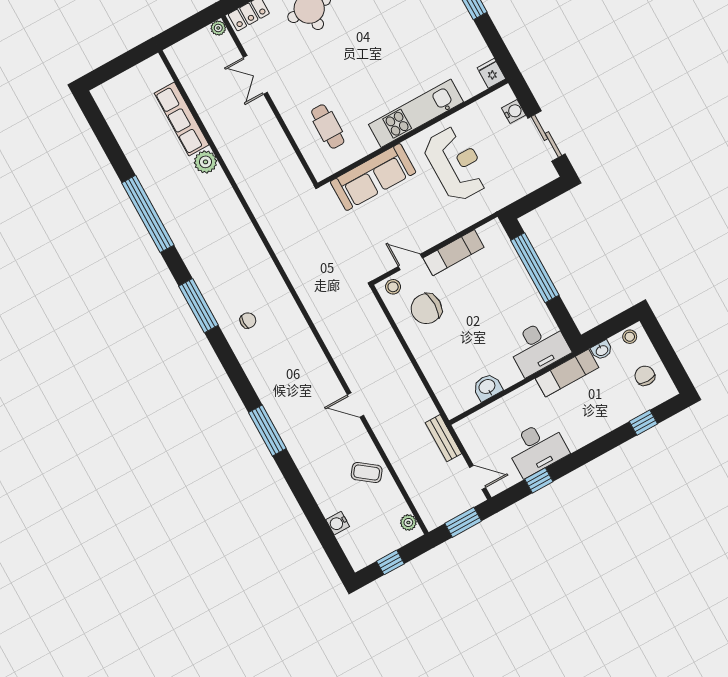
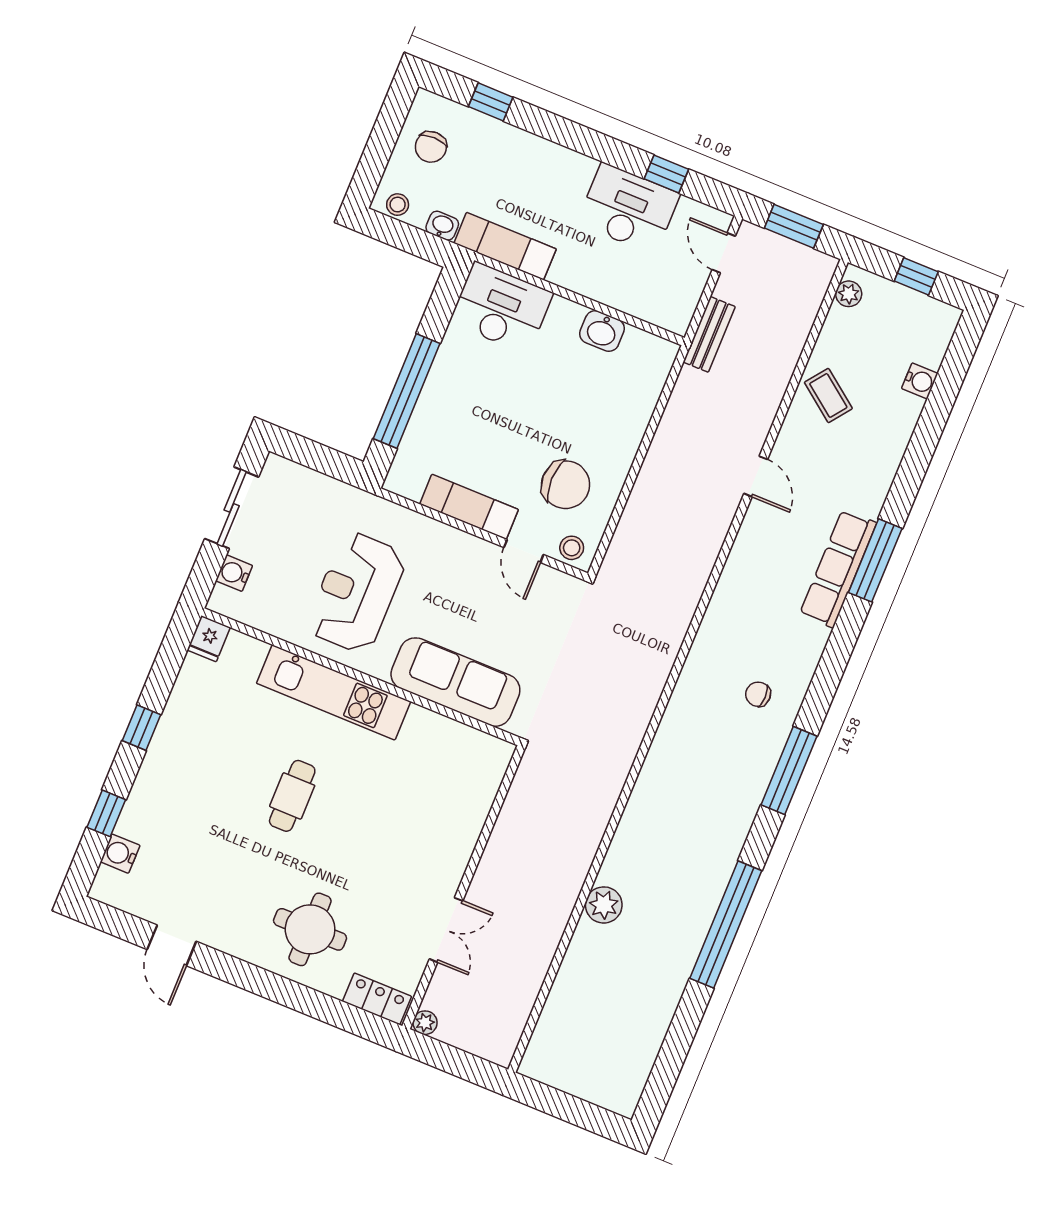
row of seats: (182, 119) -> (838, 569), moved, turned 180
cafe table: (328, 127) -> (292, 796), moved

